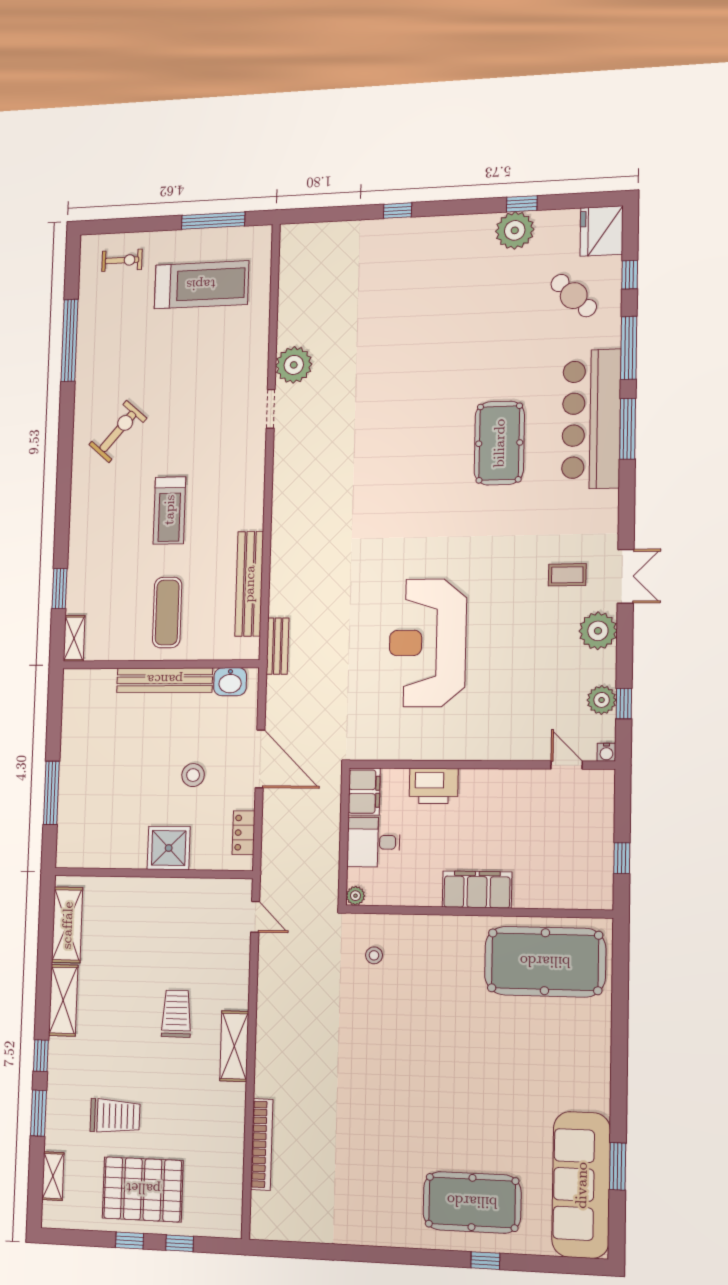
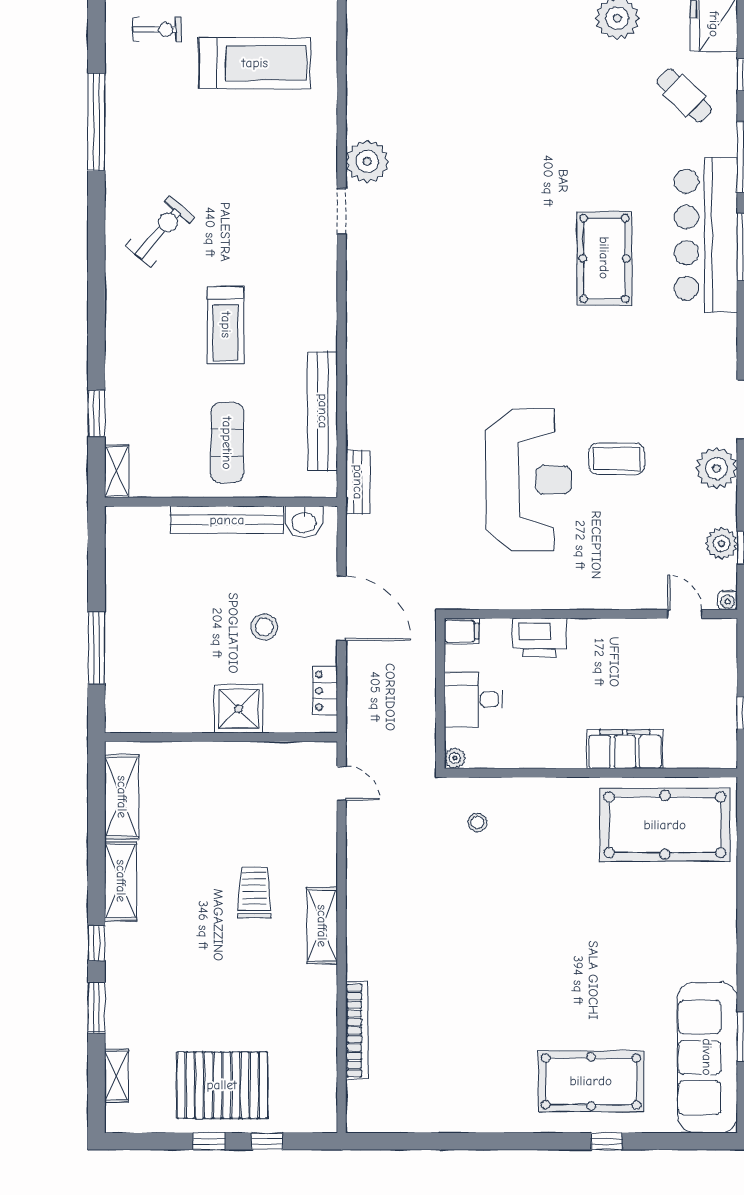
coffee table: (567, 575) -> (617, 459), moved, width x1.36, depth x1.30
reception desk: (427, 643) -> (529, 480), turned 180
filing cabinet: (364, 792) -> (462, 631), width x0.50
filing cabinet: (477, 889) -> (625, 749), moved
trolley: (115, 1116) -> (187, 1007), removed

